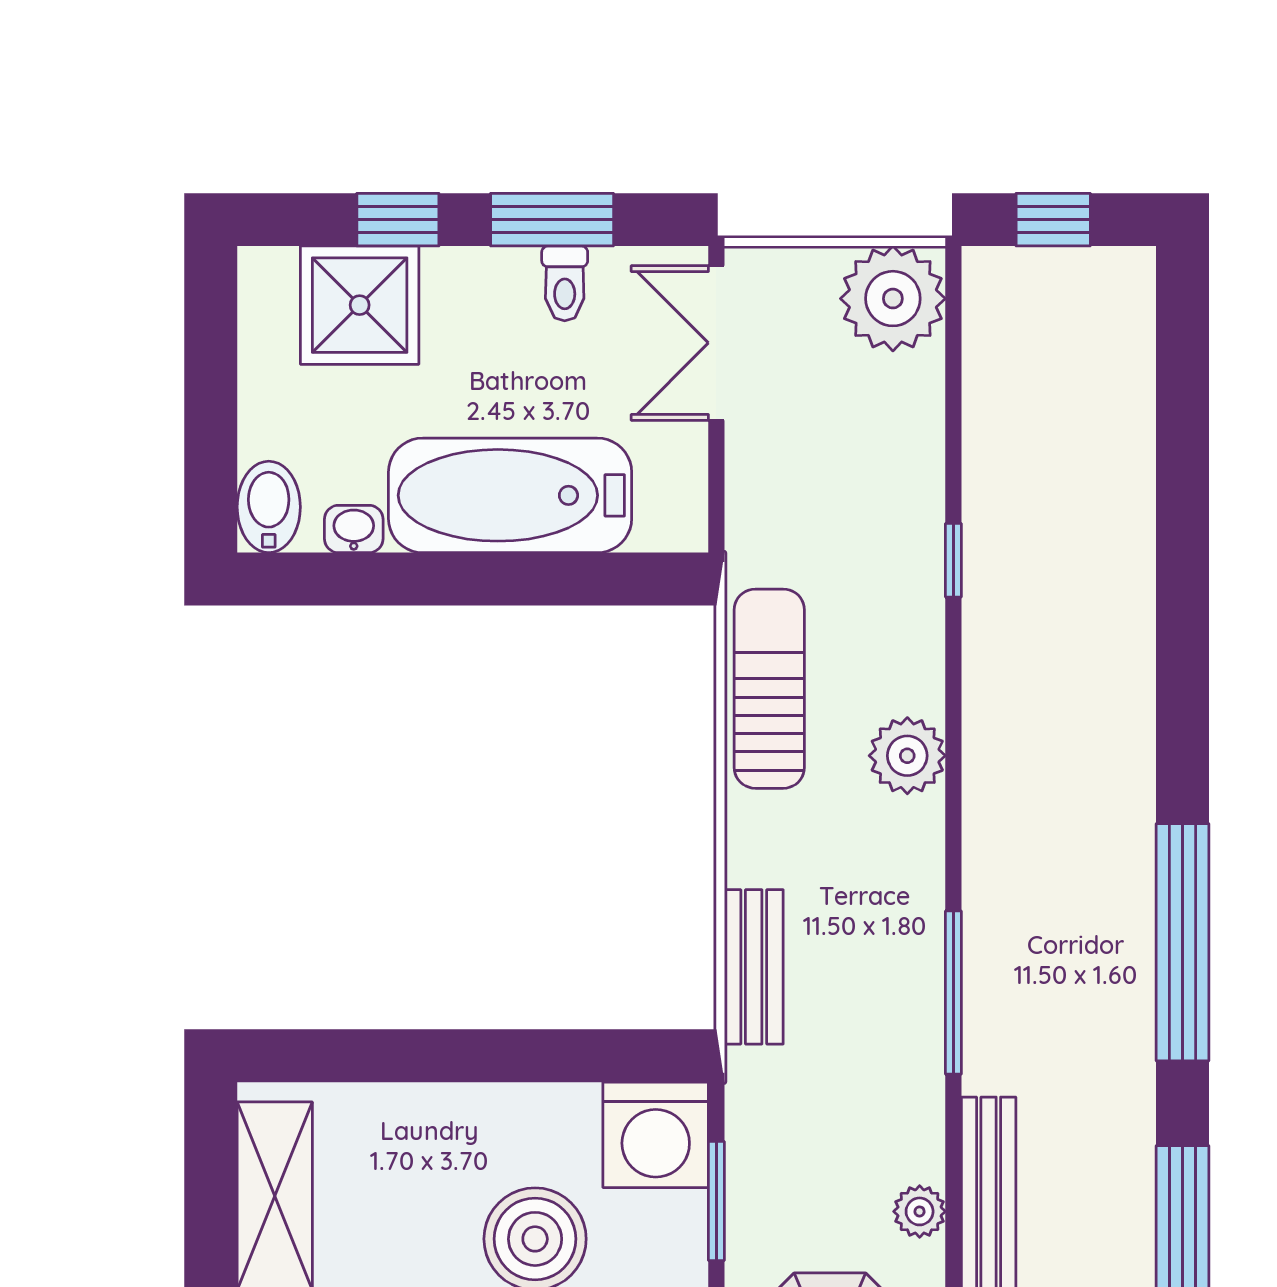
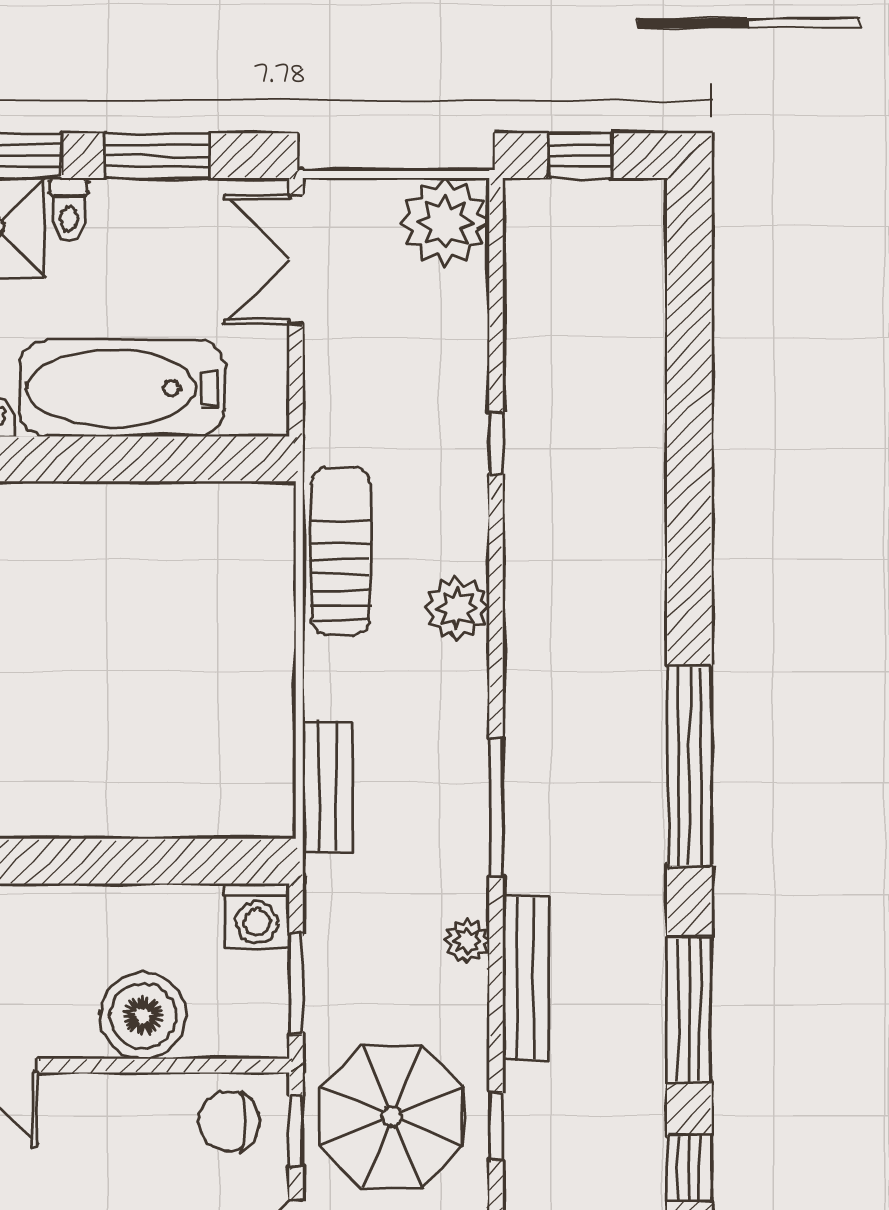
toilet: (565, 283) -> (69, 209), moved
washing machine: (656, 1135) -> (257, 916), width x0.73, depth x0.73
plant: (920, 1211) -> (467, 941), moved

